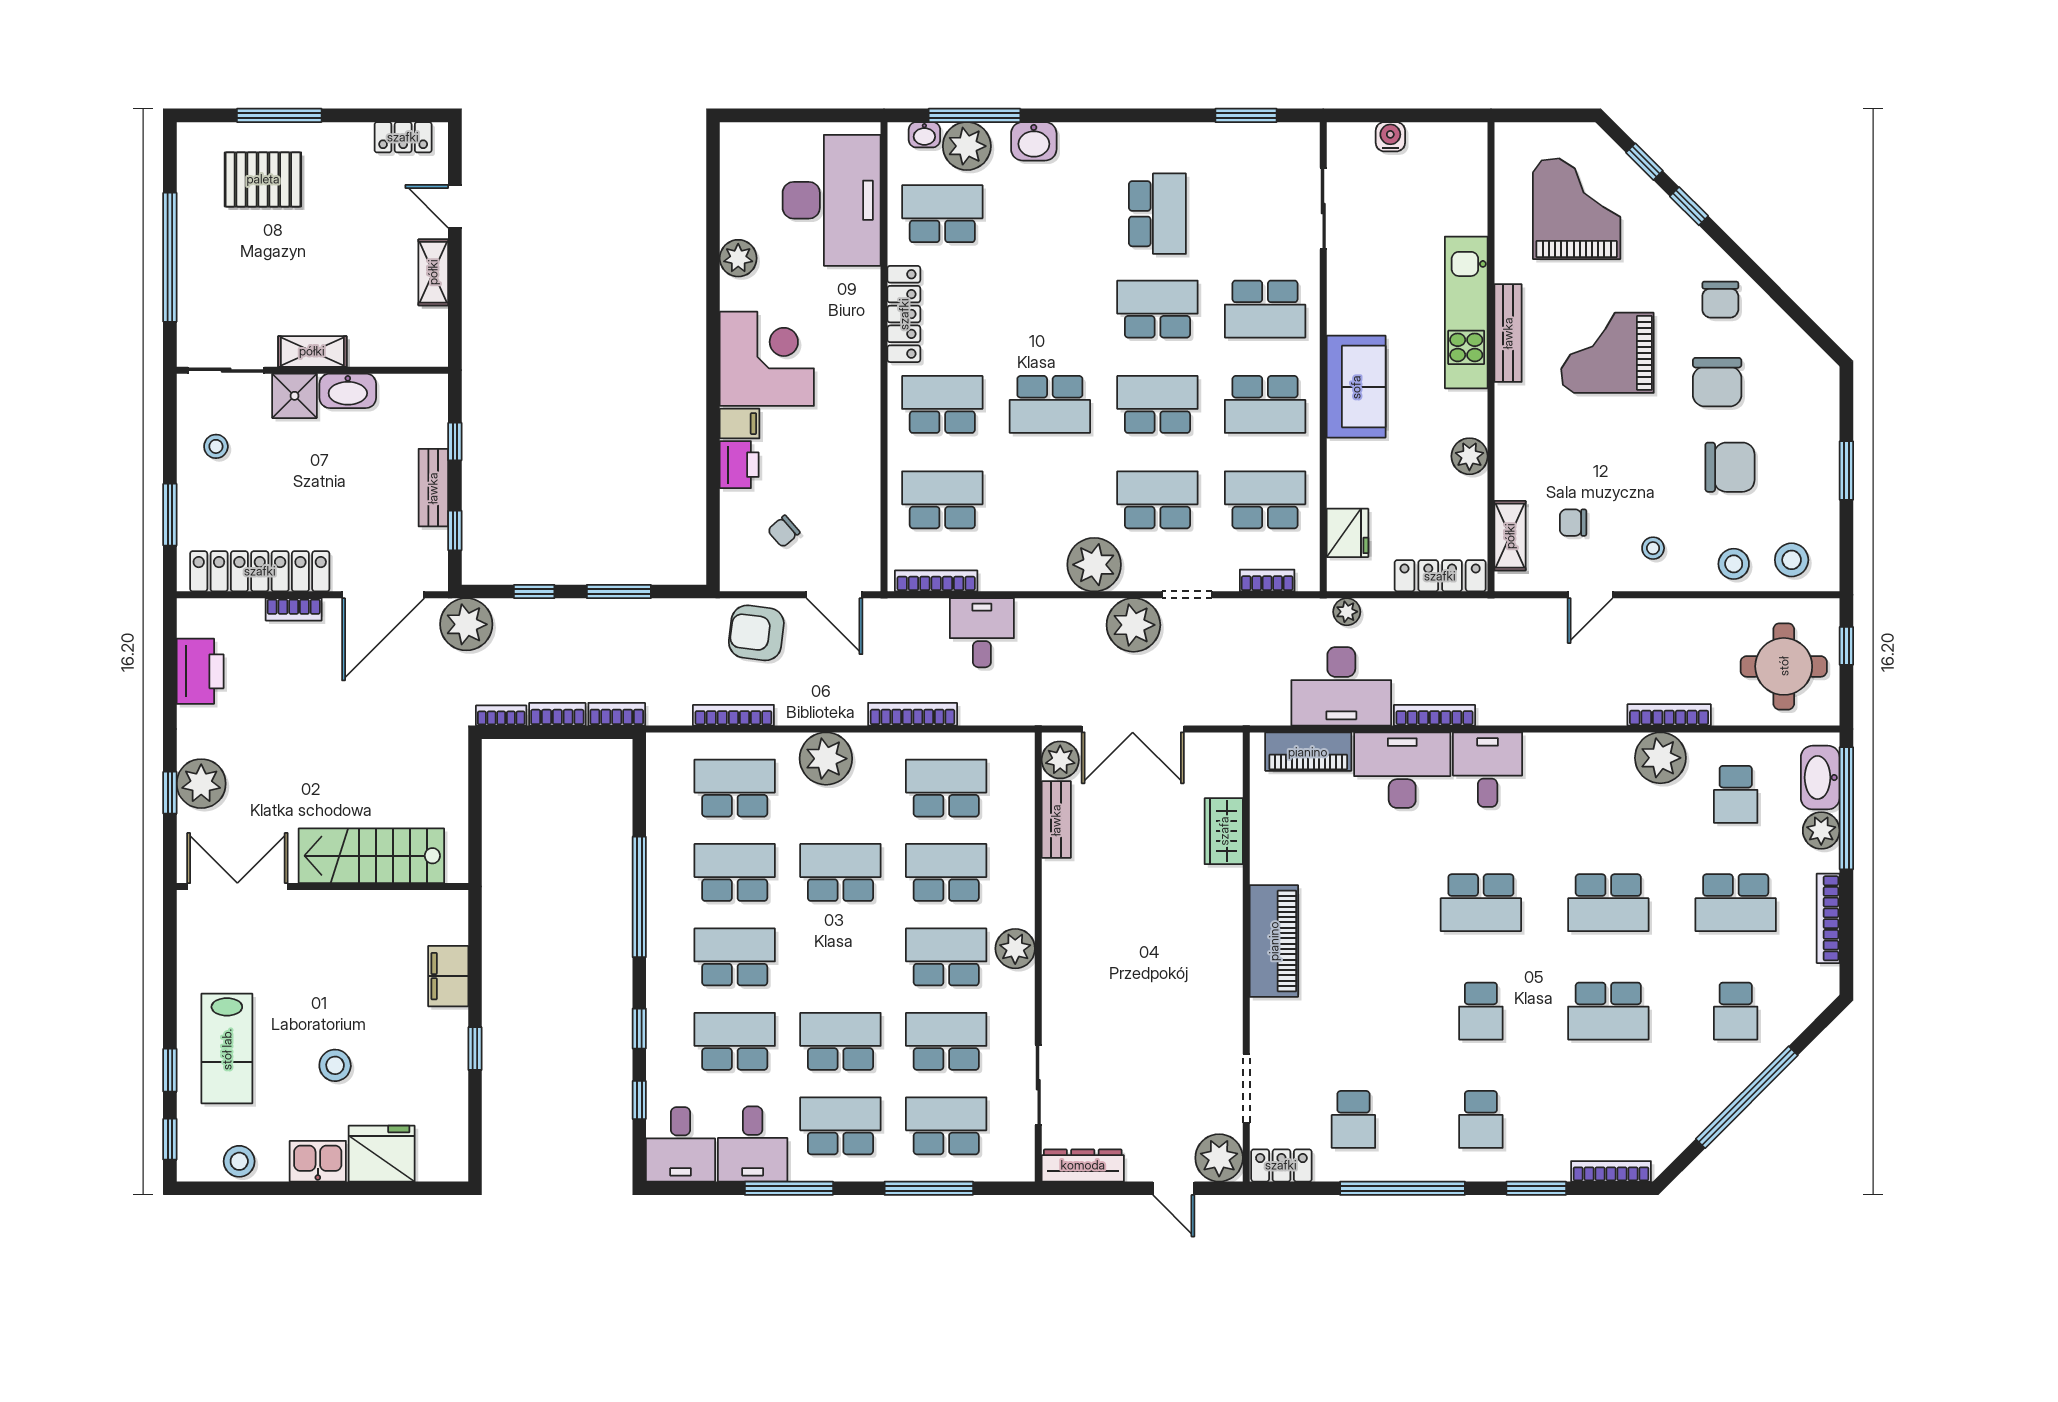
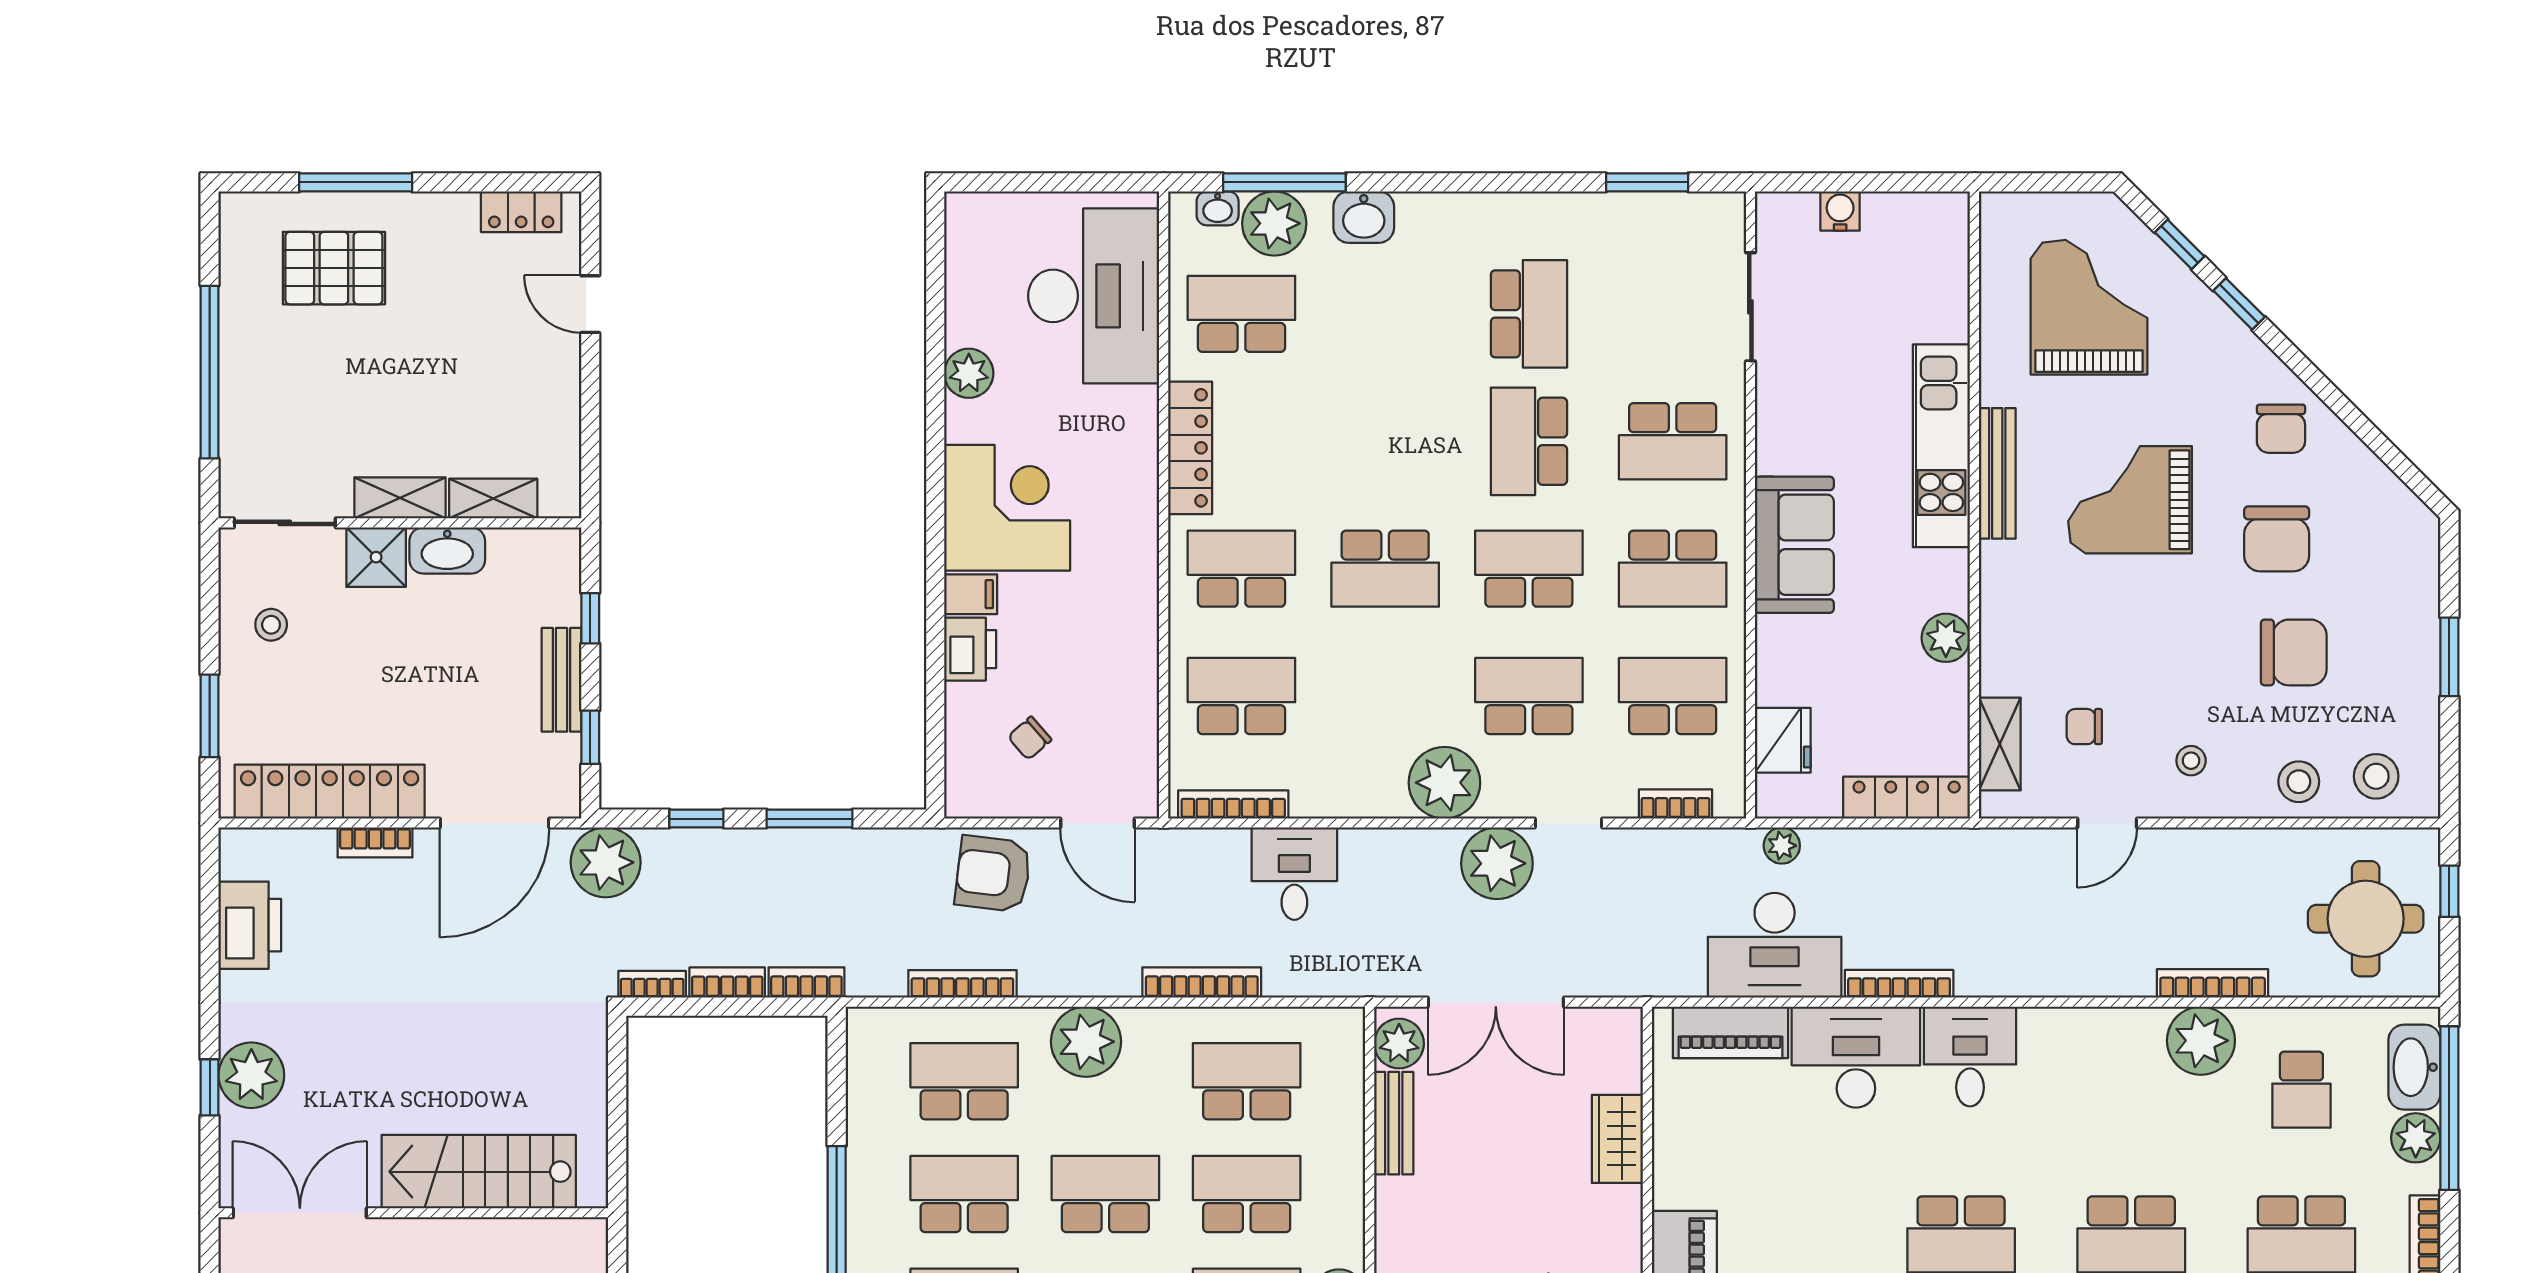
shelving: (433, 272) -> (493, 499), moved, turned 90
school desk: (1157, 309) -> (1529, 441), turned -90

